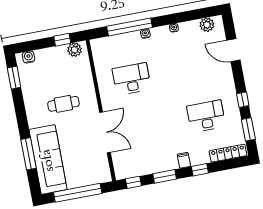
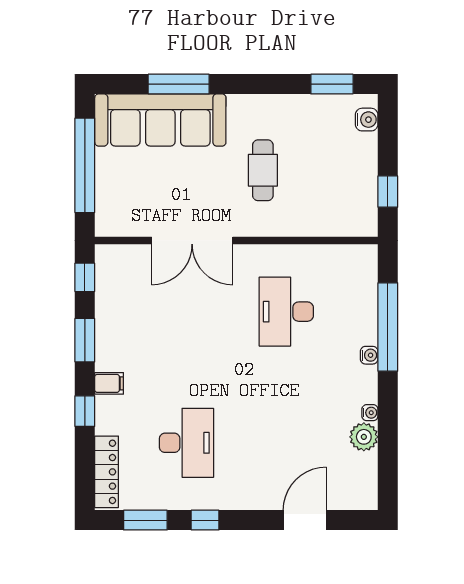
plant: (207, 25) -> (364, 437), moved
plant: (75, 50) -> (364, 212), removed
desk: (132, 79) -> (286, 312), turned 180

